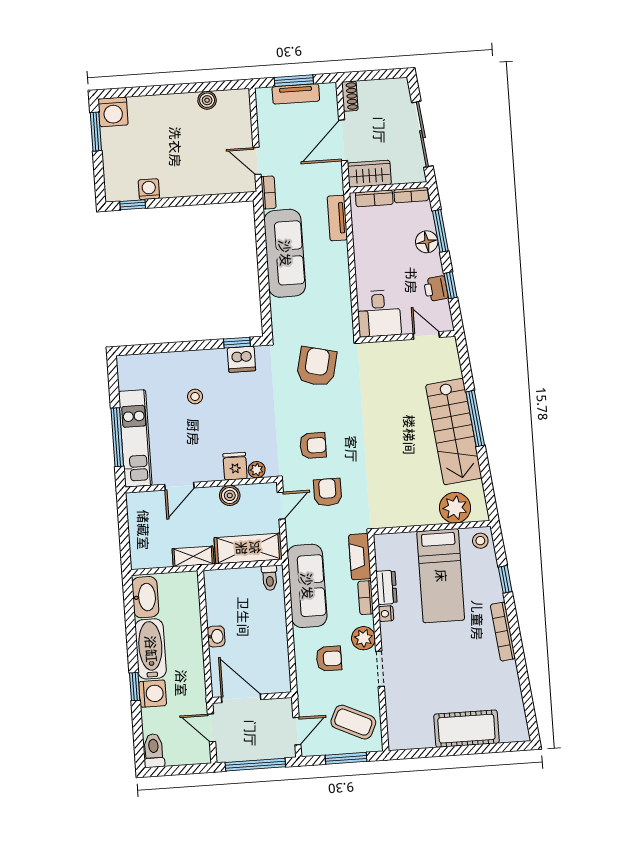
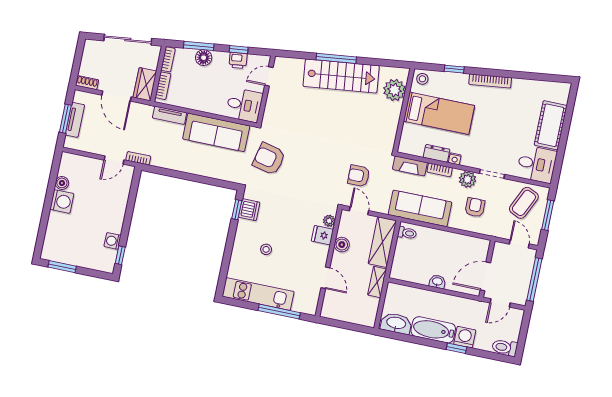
washing machine: (113, 112) -> (62, 201), moved
sofa: (285, 253) -> (216, 132), moved, turned 180
kitchen unit: (135, 438) -> (258, 294), moved
armchair: (313, 445) -> (323, 177), removed
desk: (410, 725) -> (537, 164), added

